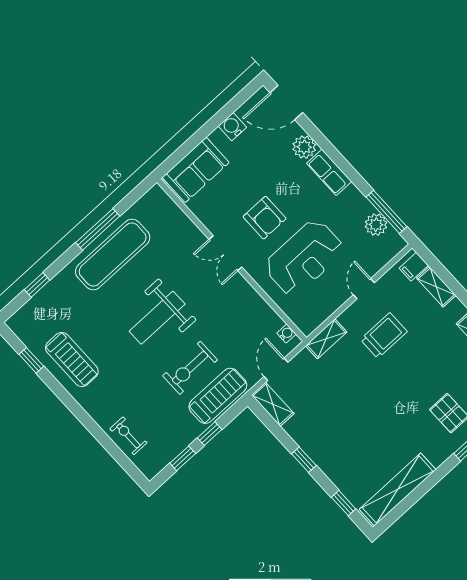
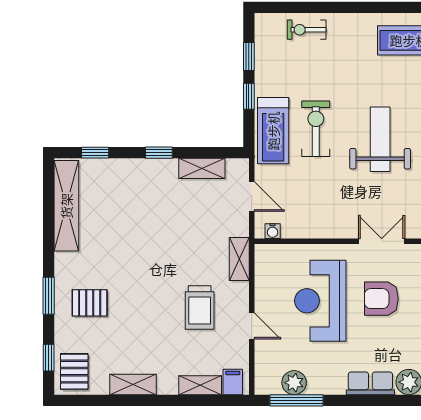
shelving: (273, 404) -> (202, 168), moved
exercise bike: (128, 436) -> (307, 30), turned 180

